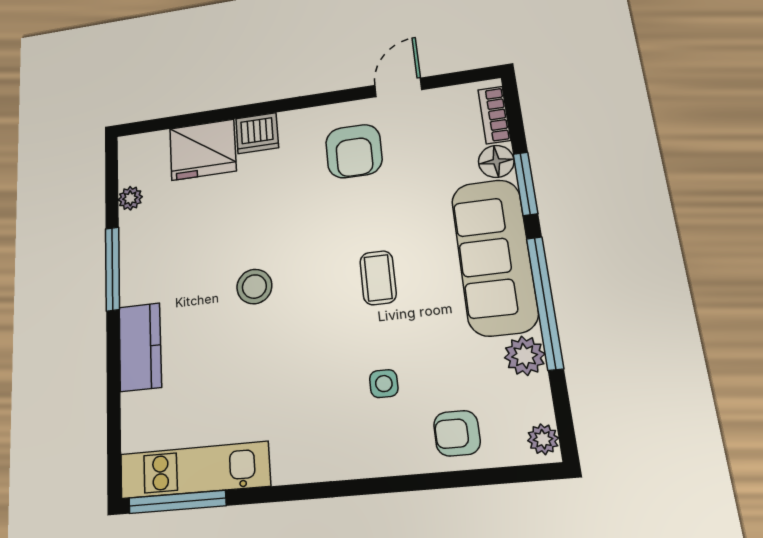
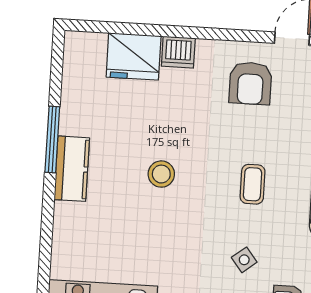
plant: (130, 198) -> (71, 85), removed
kitchen counter: (140, 347) -> (72, 169), moved
side table: (384, 384) -> (244, 260), turned -38

